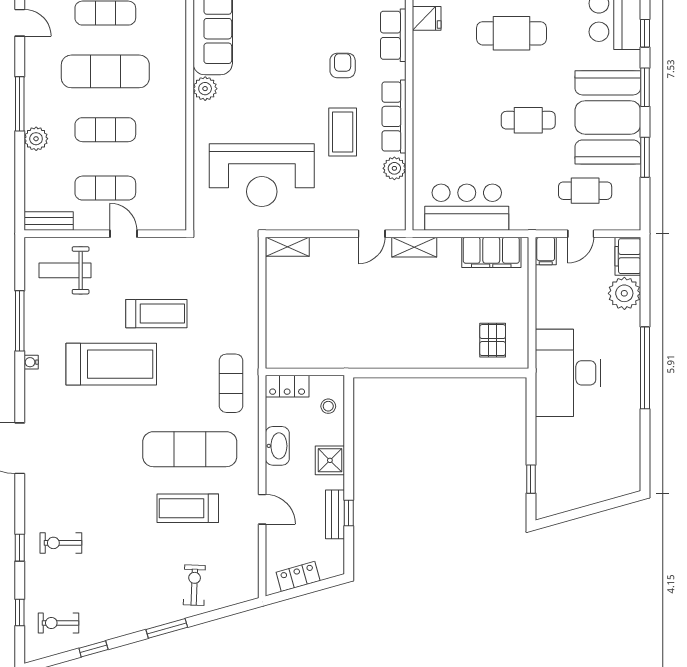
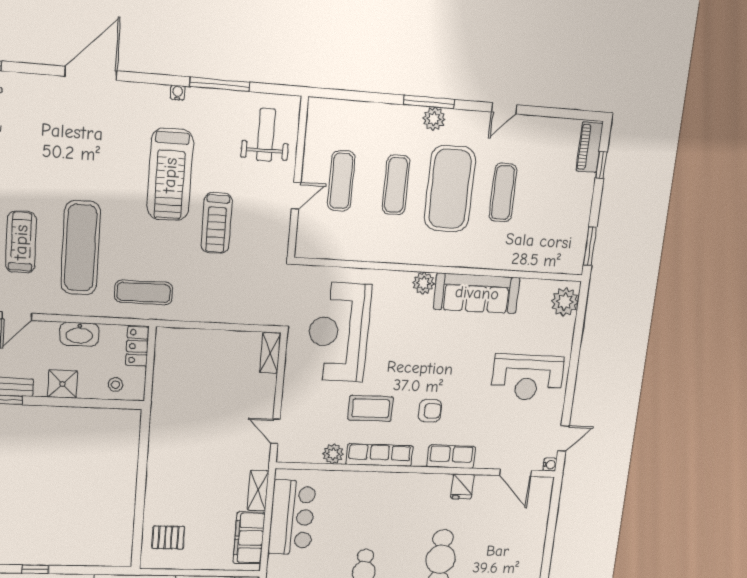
exercise mat: (105, 71) -> (450, 189), width x1.47
plant: (36, 139) -> (434, 119), moved
bench: (49, 221) -> (315, 122), removed
shelving: (414, 247) -> (258, 490), moved

